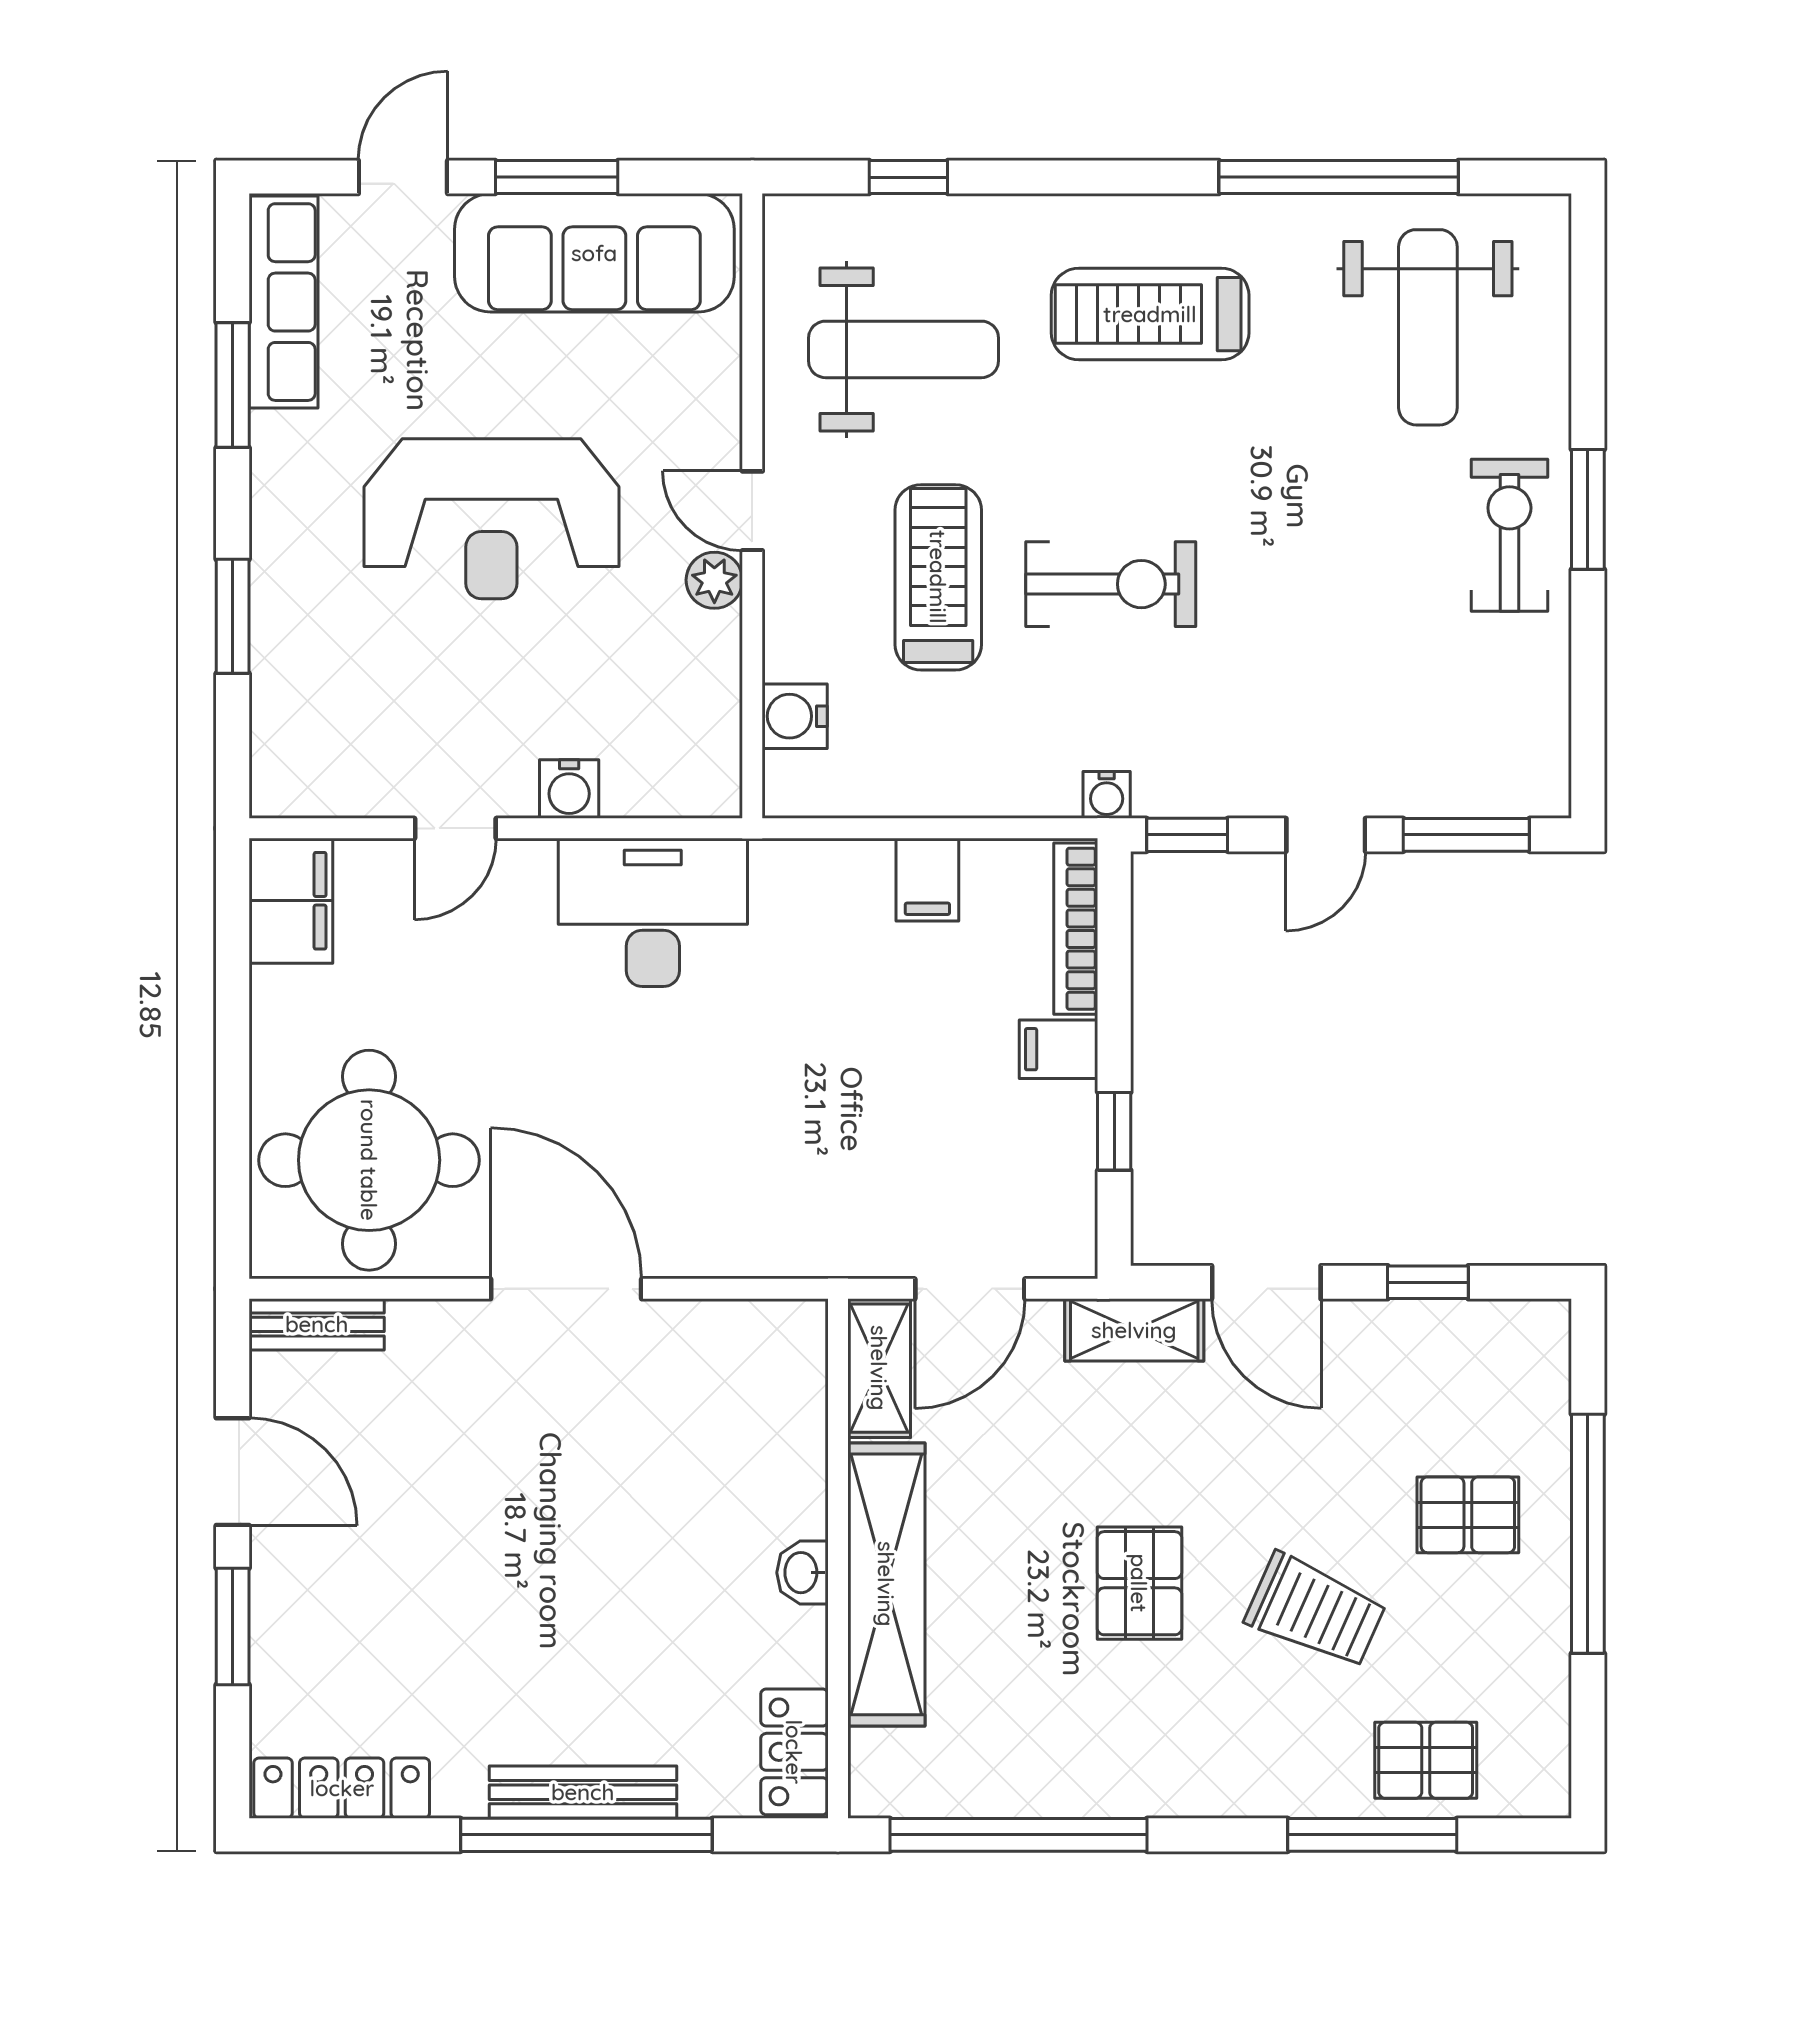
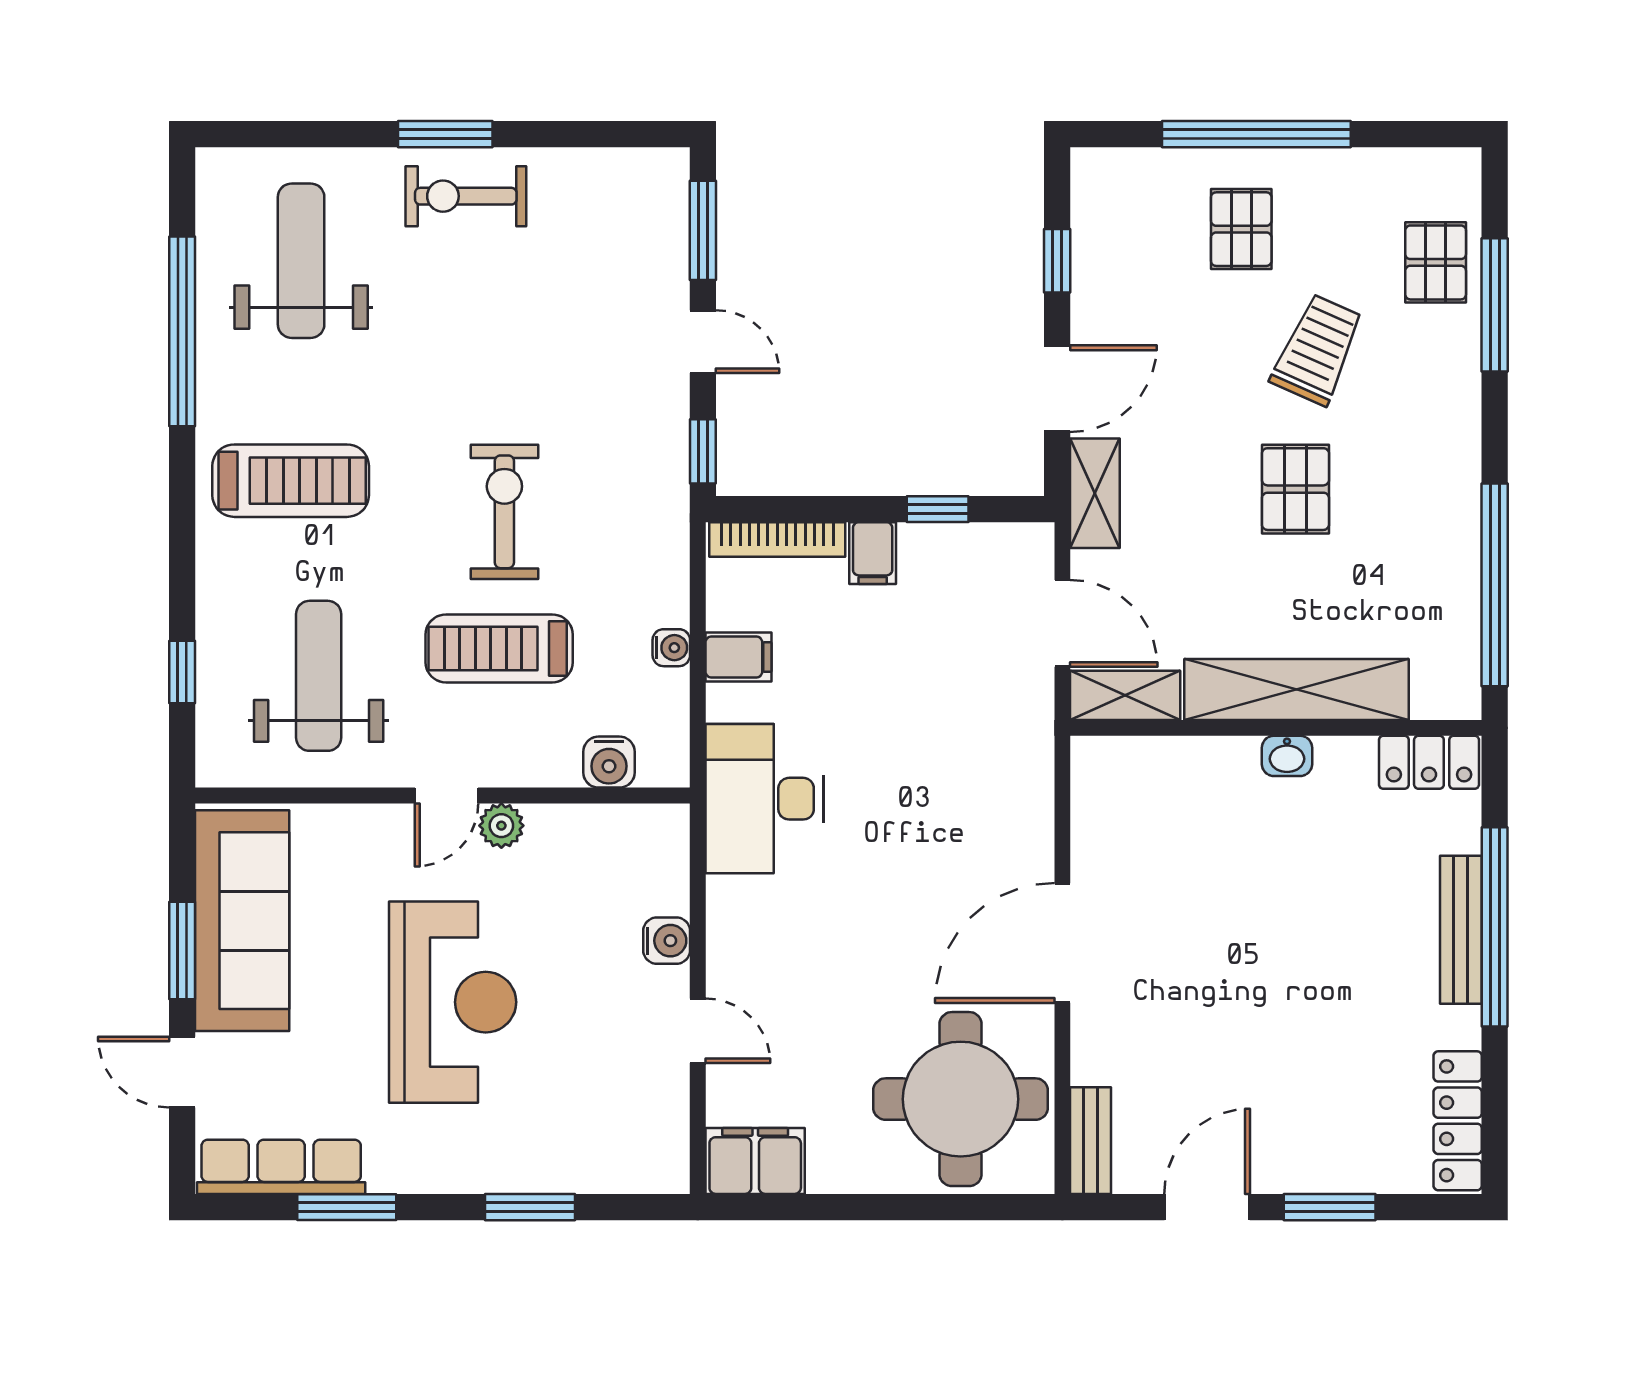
treadmill: (1150, 314) -> (291, 481), turned -90
weight bench: (1428, 327) -> (301, 261), turned -90
water cooler: (1107, 795) -> (671, 648), moved
desk: (653, 912) -> (764, 799), moved
pallet: (1139, 1583) -> (1295, 489), turned 90

